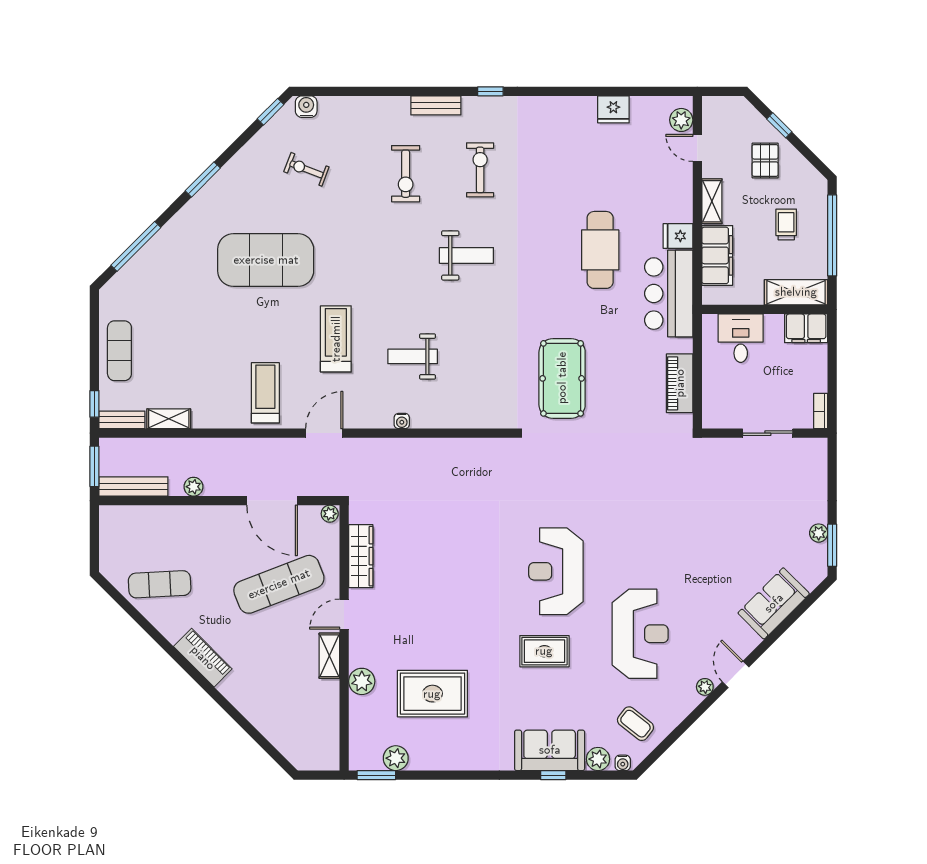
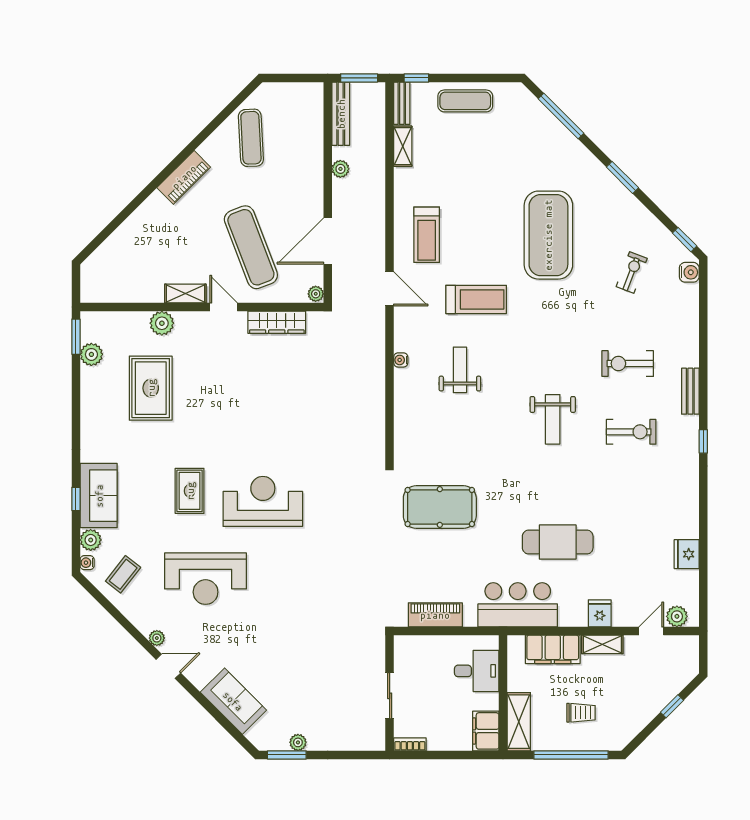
pallet: (765, 160) -> (640, 693), removed
fridge: (678, 236) -> (600, 613), moved
treadmill: (265, 393) -> (427, 235), turned 90

